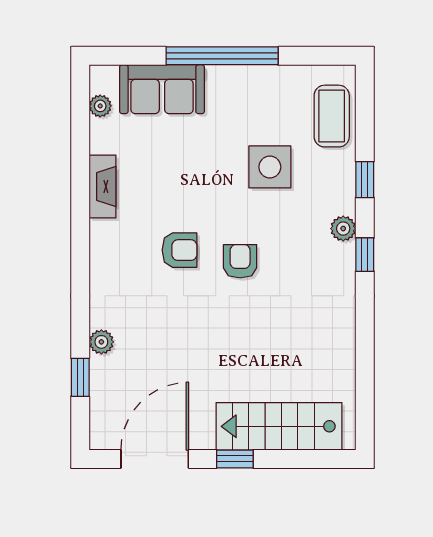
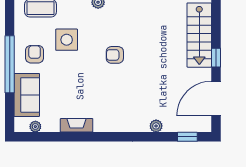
armchair: (180, 250) -> (35, 54), moved
window: (80, 377) -> (187, 137), moved
door: (155, 459) -> (216, 99), hinge flipped

